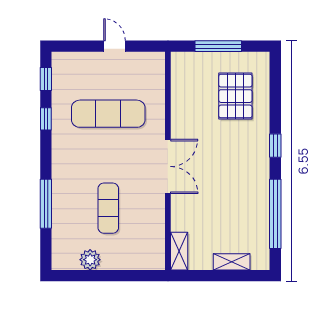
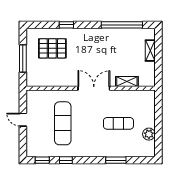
door: (115, 46) -> (23, 120), hinge flipped
window: (275, 146) -> (66, 25), moved
window: (46, 204) -> (116, 160), width x0.69
shelving: (179, 251) -> (127, 82), moved

